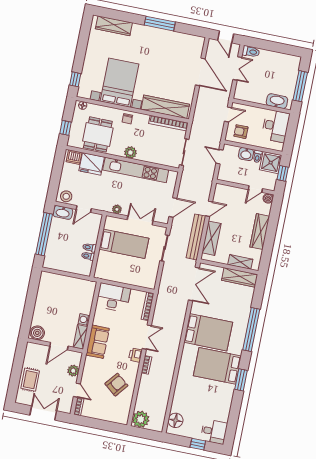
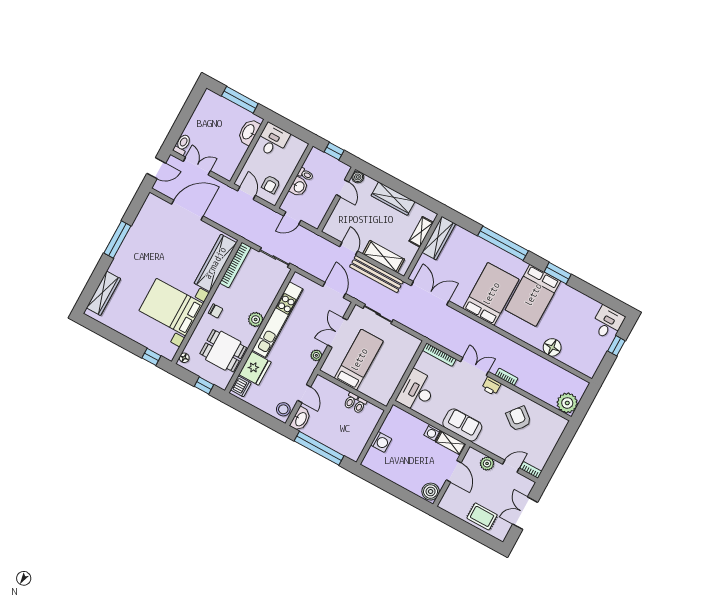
desk: (276, 126) -> (273, 140), width x0.73
shower: (271, 163) -> (317, 161), removed
washing machine: (64, 282) -> (381, 442), added
floor lamp: (176, 420) -> (552, 347), moved

